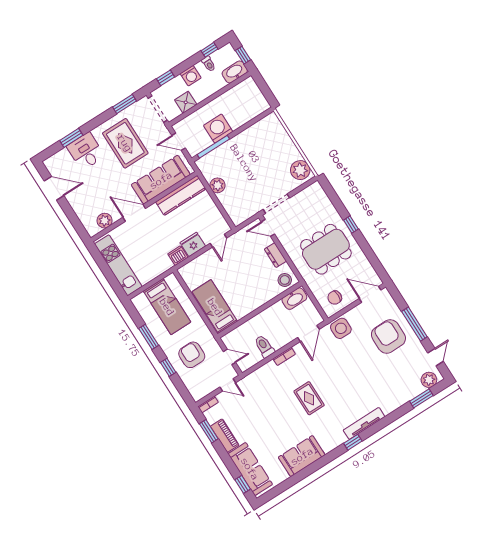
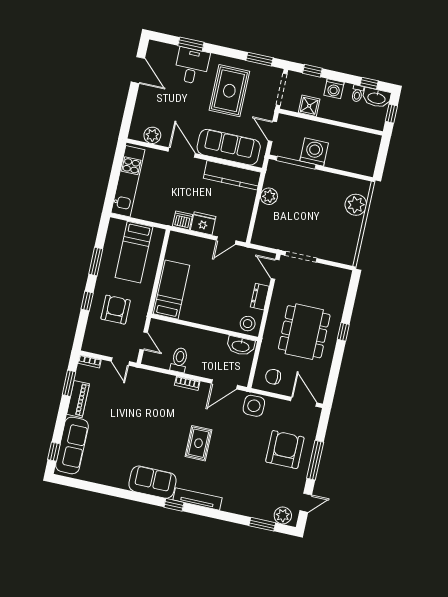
washbasin: (235, 72) -> (377, 98), moved, turned 180
plant: (300, 170) -> (356, 205), moved
dining table: (326, 249) -> (304, 332), turned 90
rug: (309, 398) -> (199, 443), moved
sofa: (302, 456) -> (152, 482), moved

